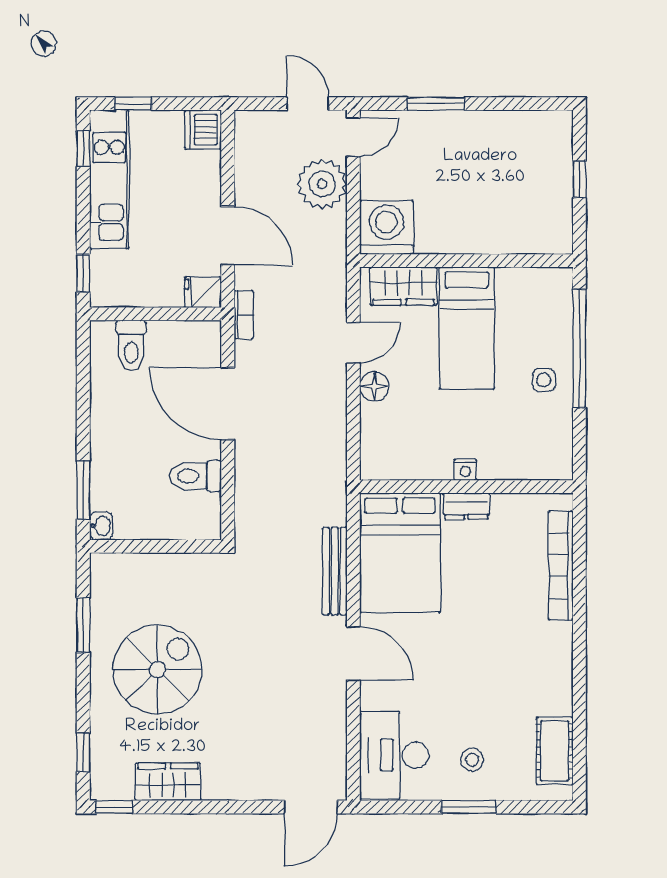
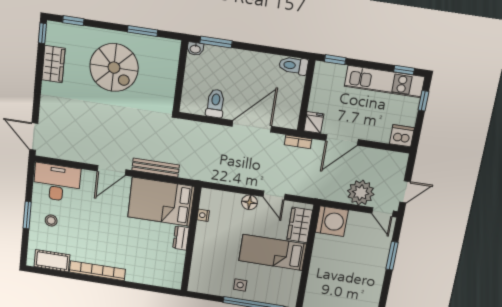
toilet: (131, 346) -> (293, 66), moved
nightstand: (465, 470) -> (203, 215), moved
bookcase: (561, 566) -> (97, 271), moved

